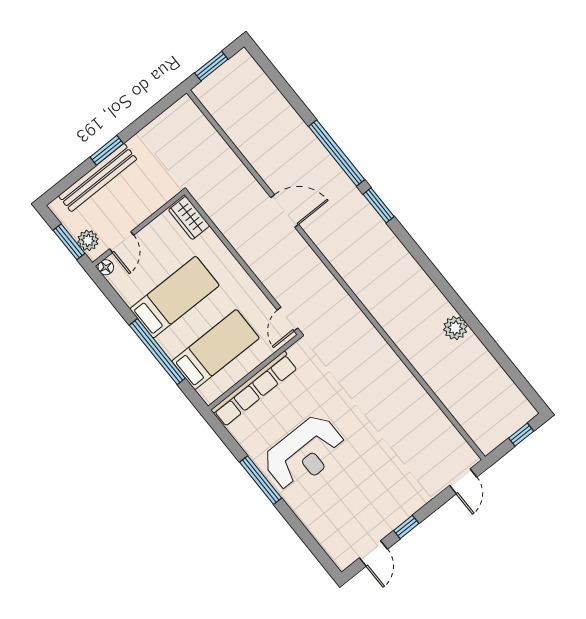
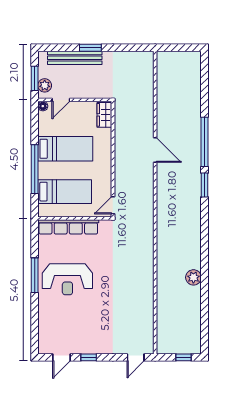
window: (211, 66) -> (177, 48), removed

